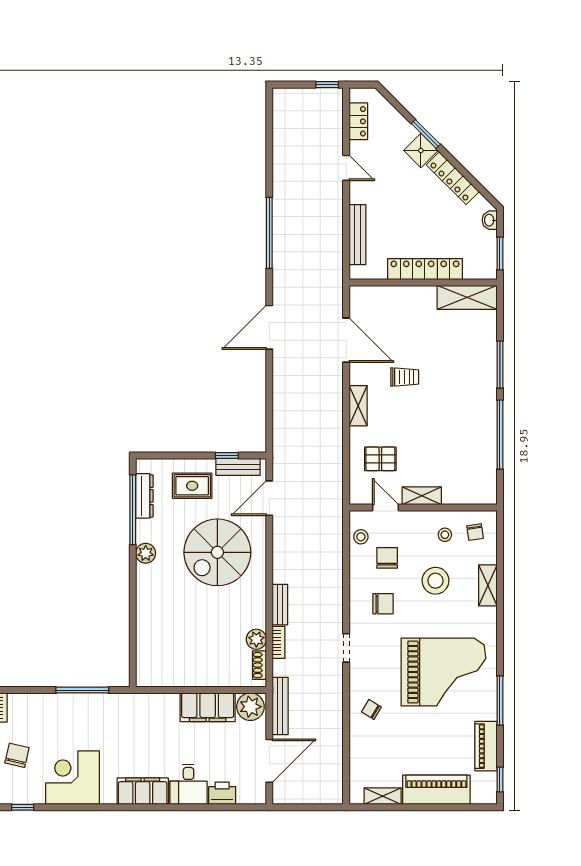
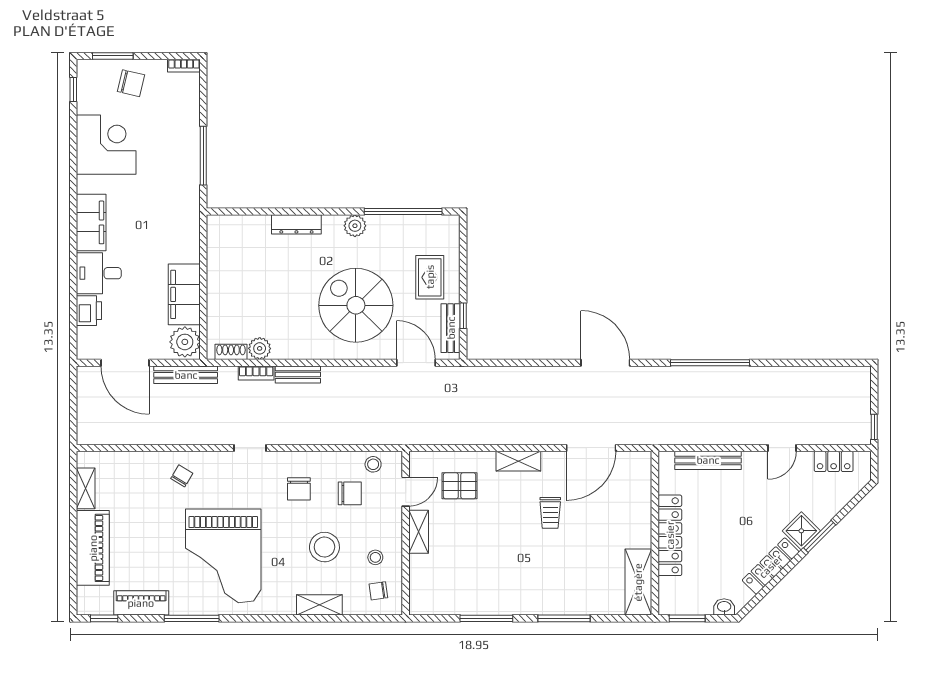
window: (500, 435) -> (486, 618), width x0.68
pallet: (380, 459) -> (460, 486), turned 90
dresser: (144, 496) -> (296, 224), moved

